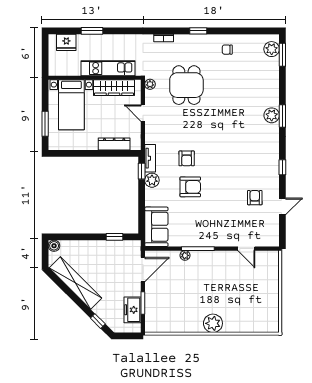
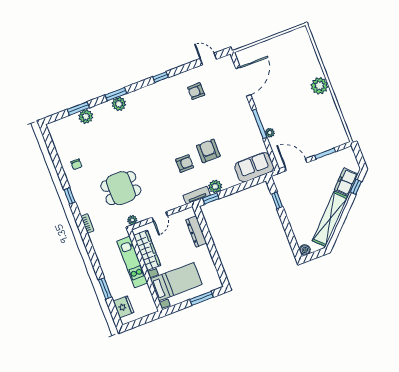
plant: (272, 49) -> (86, 117), moved
window: (282, 55) -> (78, 109), moved
door: (282, 206) -> (208, 59), moved
door: (246, 249) -> (243, 82), width x1.88
freezer: (133, 310) -> (346, 182), moved, turned 135

